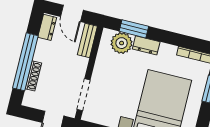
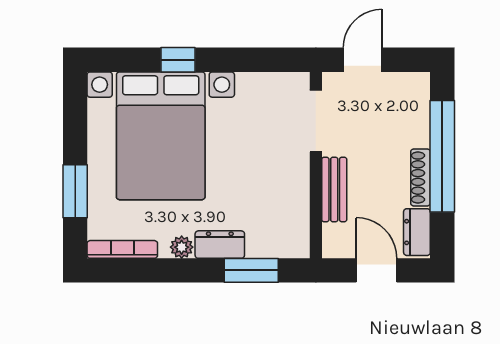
bench: (87, 41) -> (334, 190), moved
plant: (122, 43) -> (182, 247), moved, width x0.53, depth x0.53
shoe rack: (33, 76) -> (421, 177), moved

